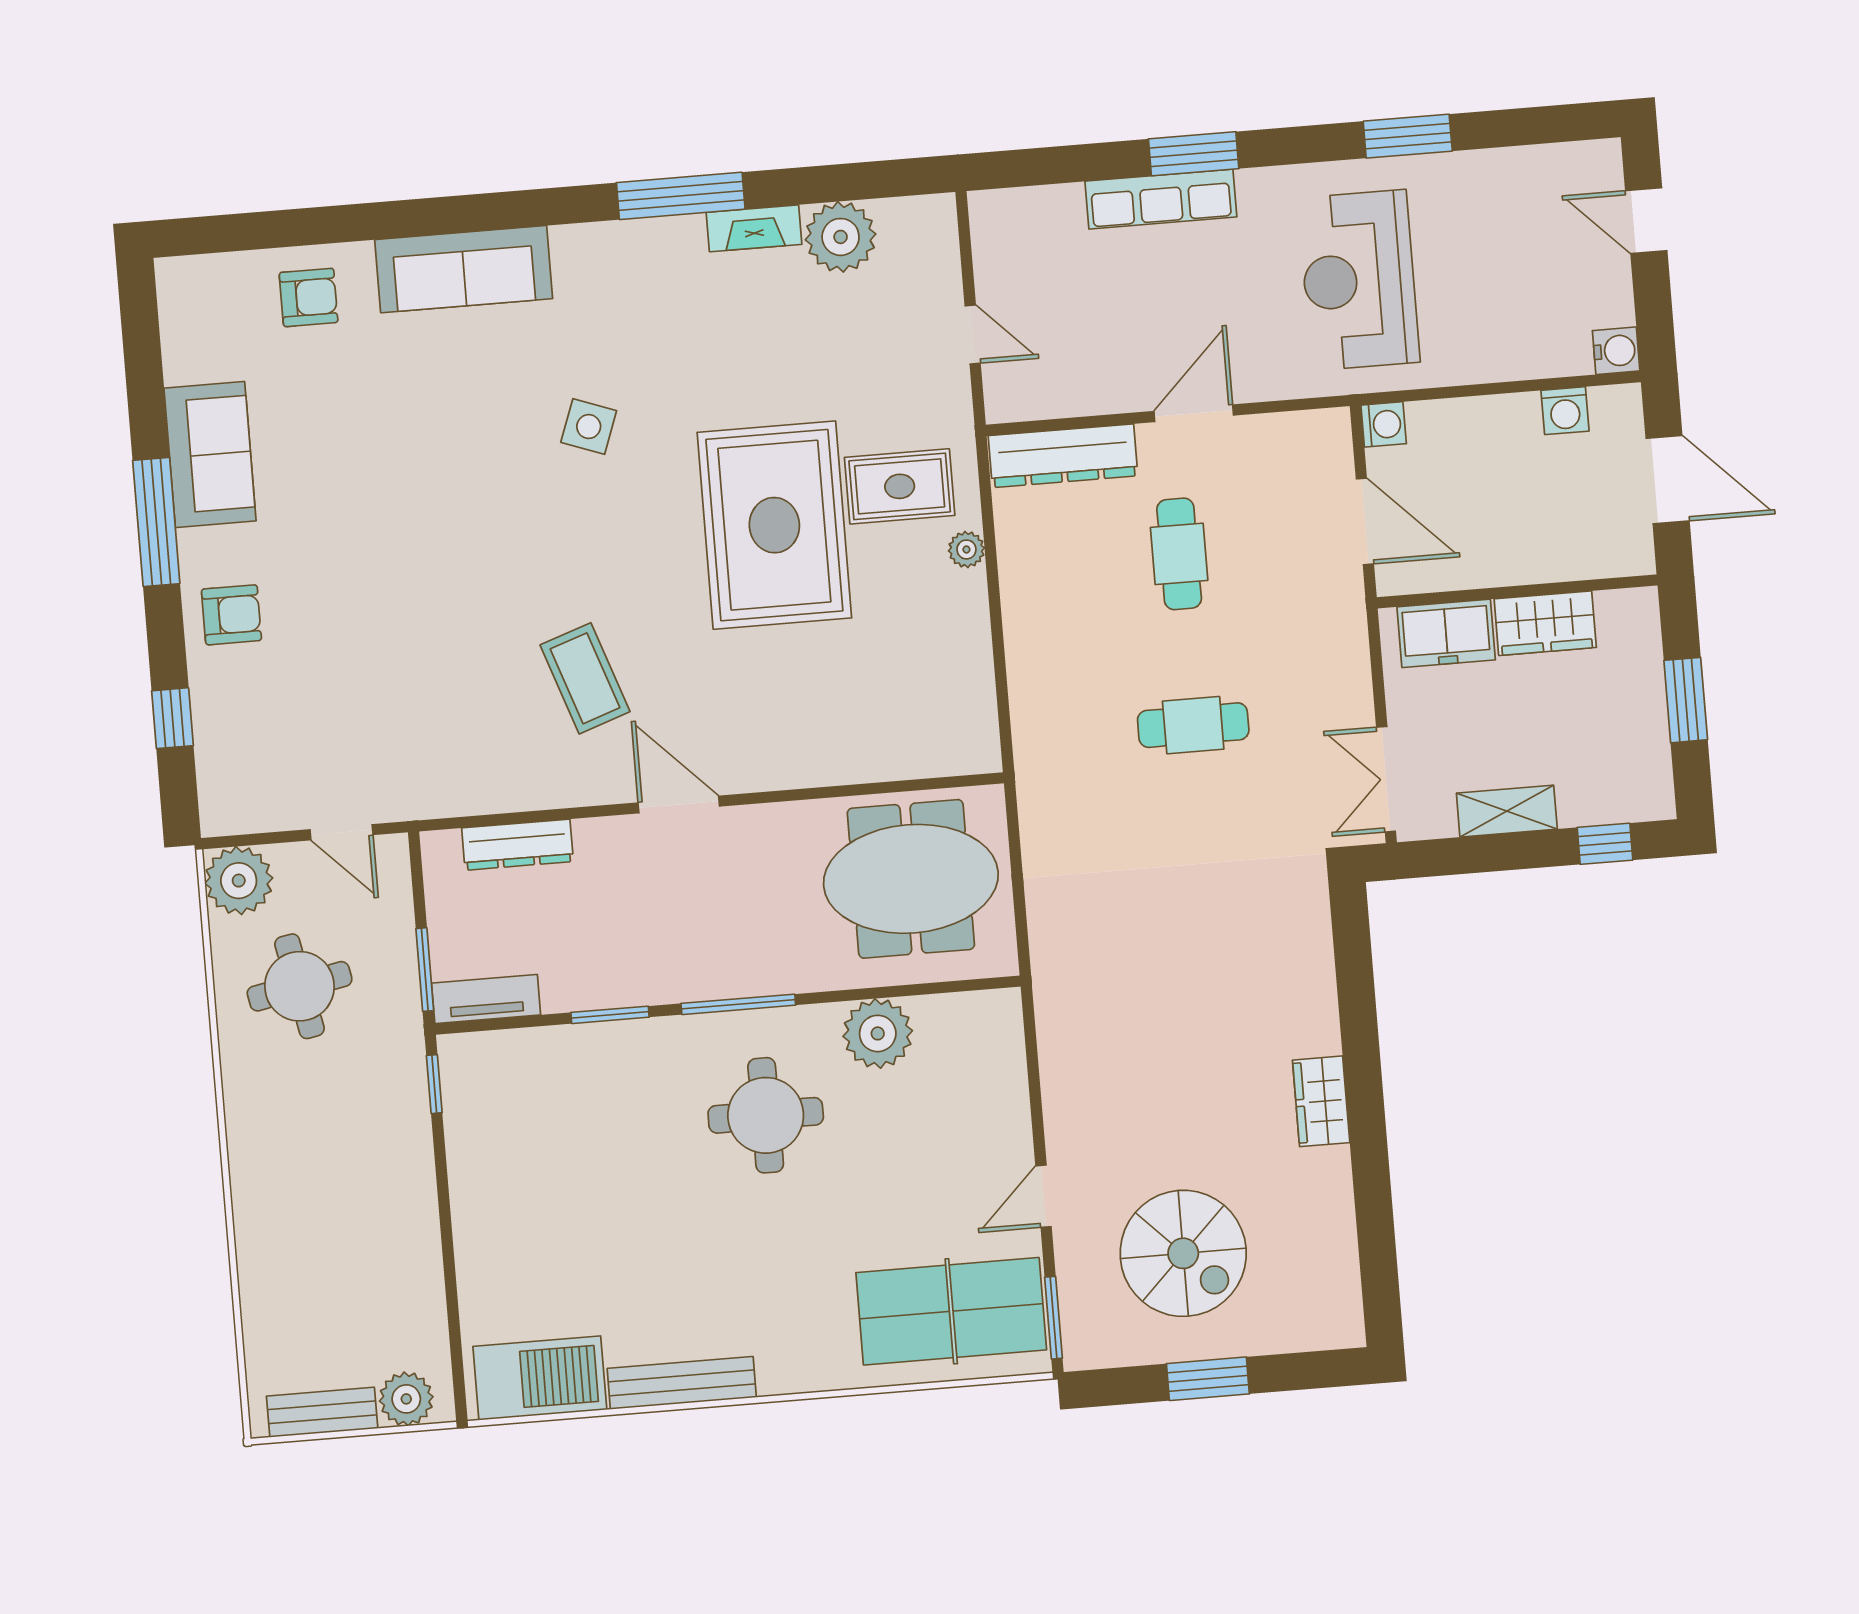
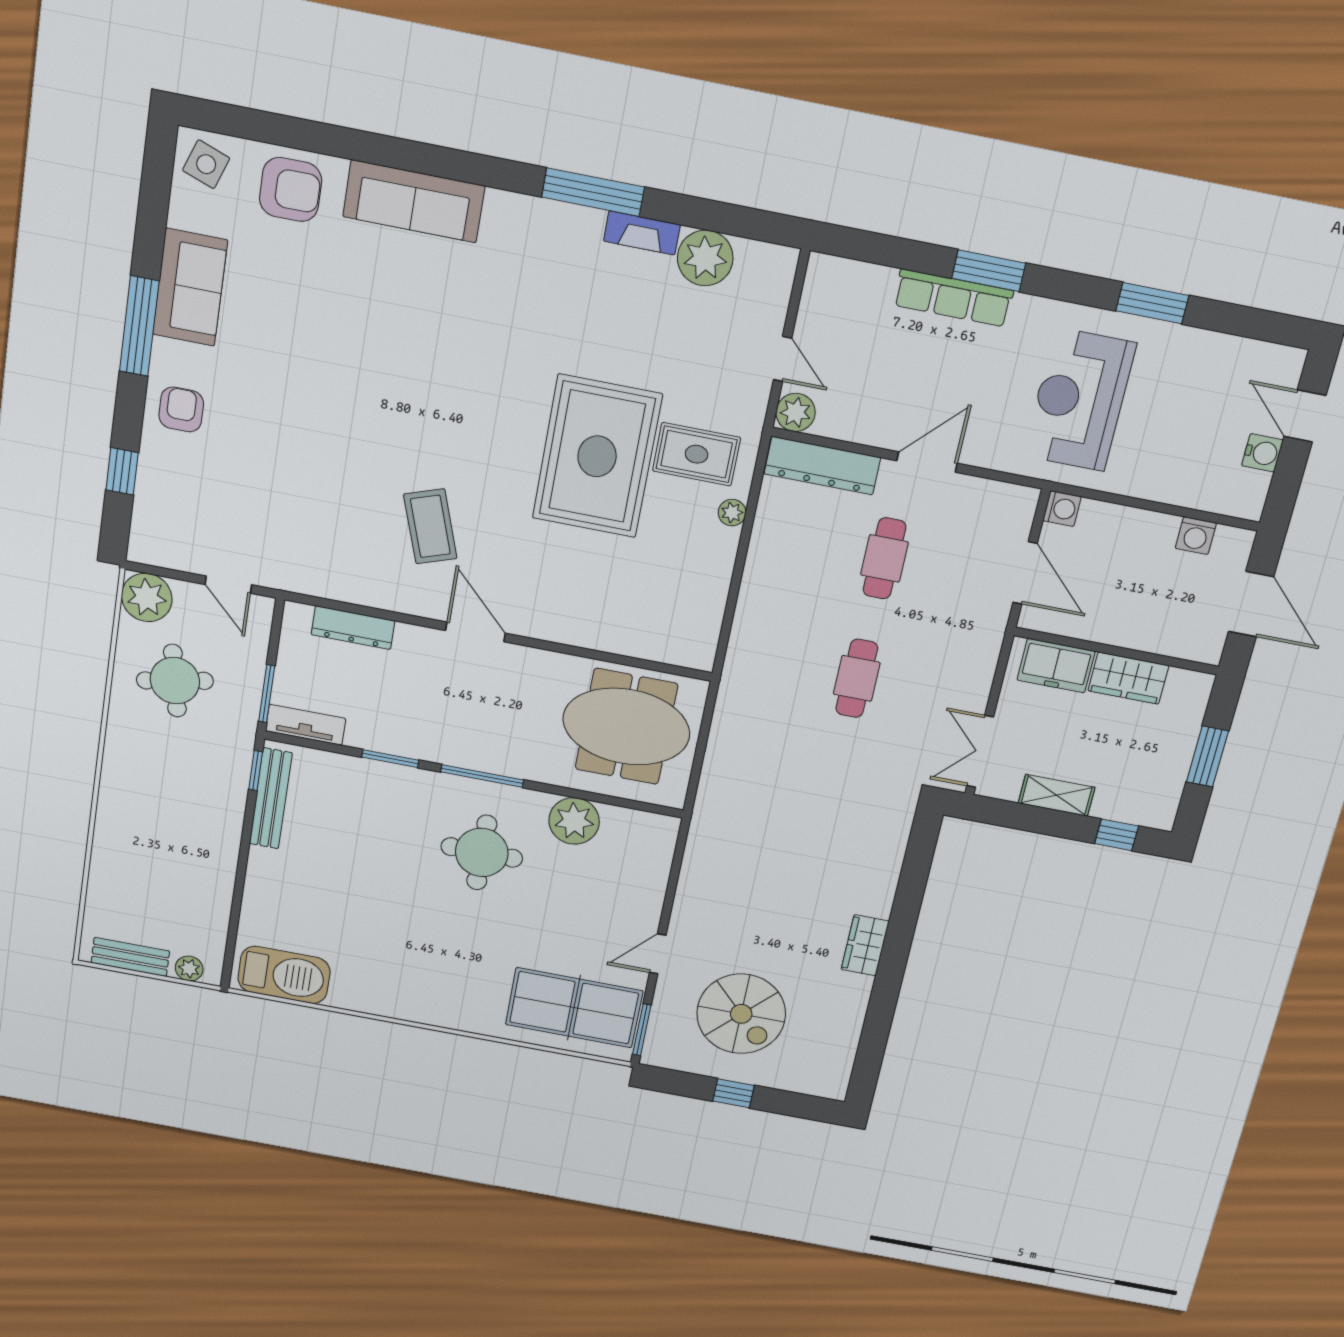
armchair: (309, 297) -> (291, 189), width x1.38, depth x1.38
water cooler: (1616, 351) -> (1262, 453), moved
plant: (1009, 397) -> (796, 412), added
side table: (589, 427) -> (206, 164), moved
armchair: (231, 615) -> (181, 410), turned -90
cafe table: (1193, 725) -> (857, 678), turned 90
window: (1208, 1379) -> (733, 1093), width x0.67
bench: (682, 1383) -> (271, 798), moved, turned 90
plant: (406, 1399) -> (189, 968), width x0.73, depth x0.73

